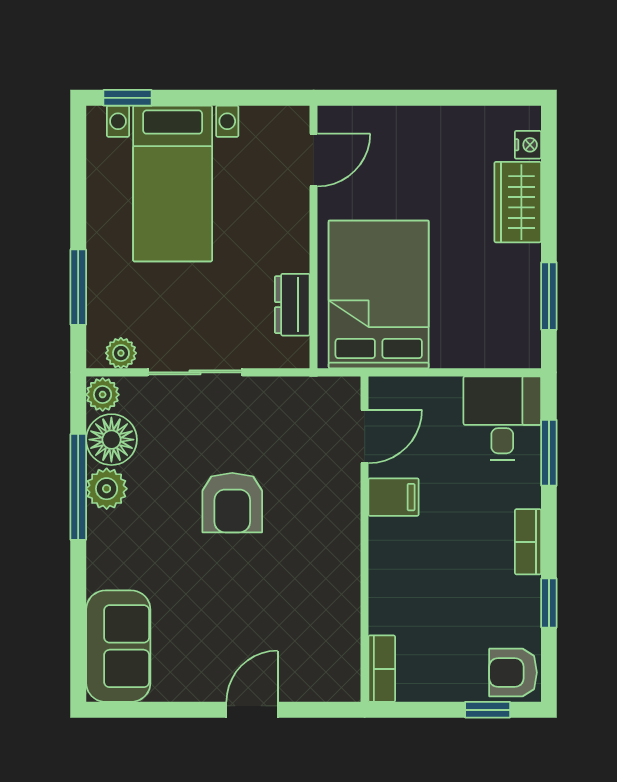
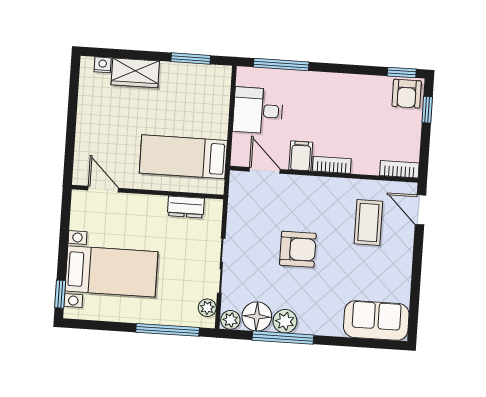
window: (78, 287) -> (168, 330), width x1.44
bed: (379, 295) -> (183, 157), width x0.67
desk: (502, 418) -> (258, 110), moved
window: (549, 453) -> (281, 65), width x1.44
bookcase: (528, 542) -> (332, 165), moved, turned 180
window: (549, 603) -> (402, 73), moved
coffee table: (286, 621) -> (368, 223), added
door: (252, 710) -> (421, 210), moved

